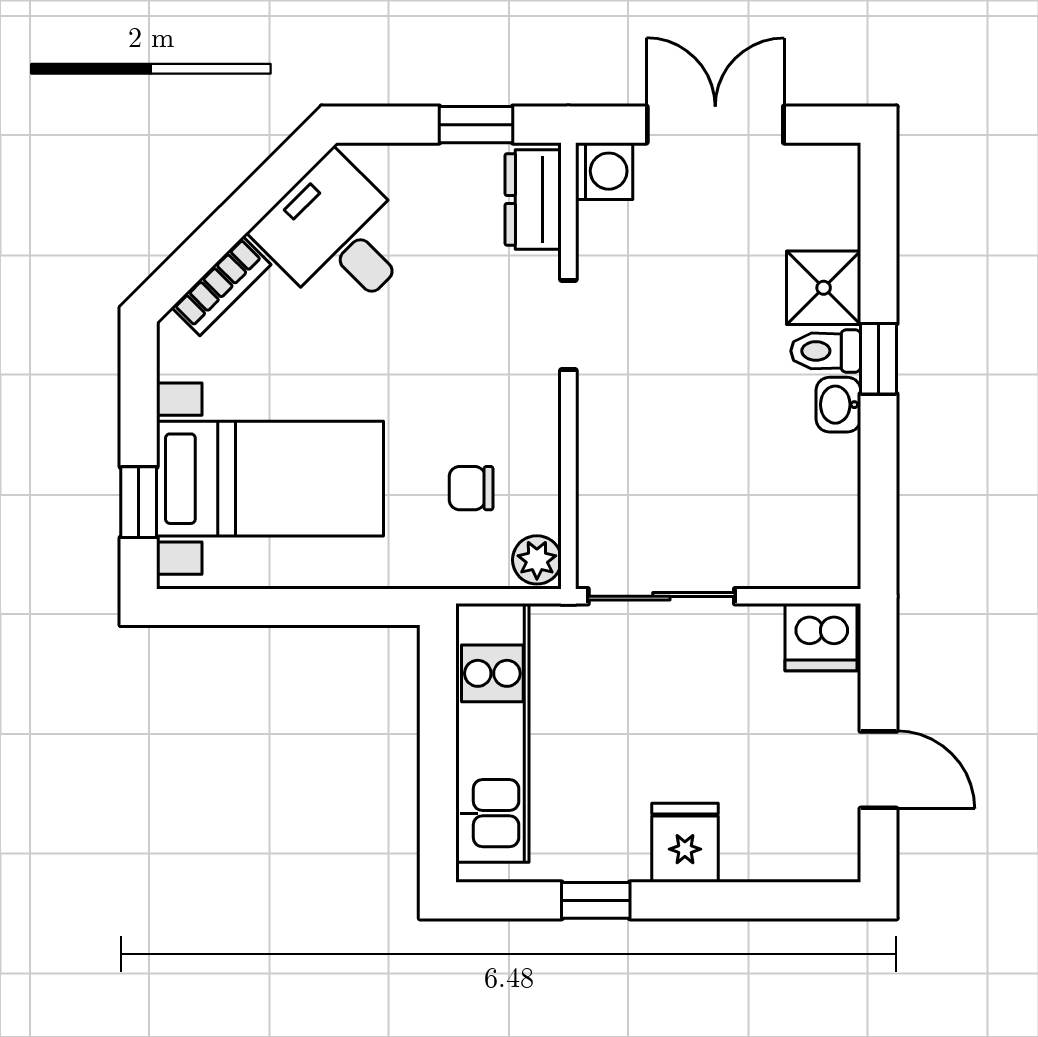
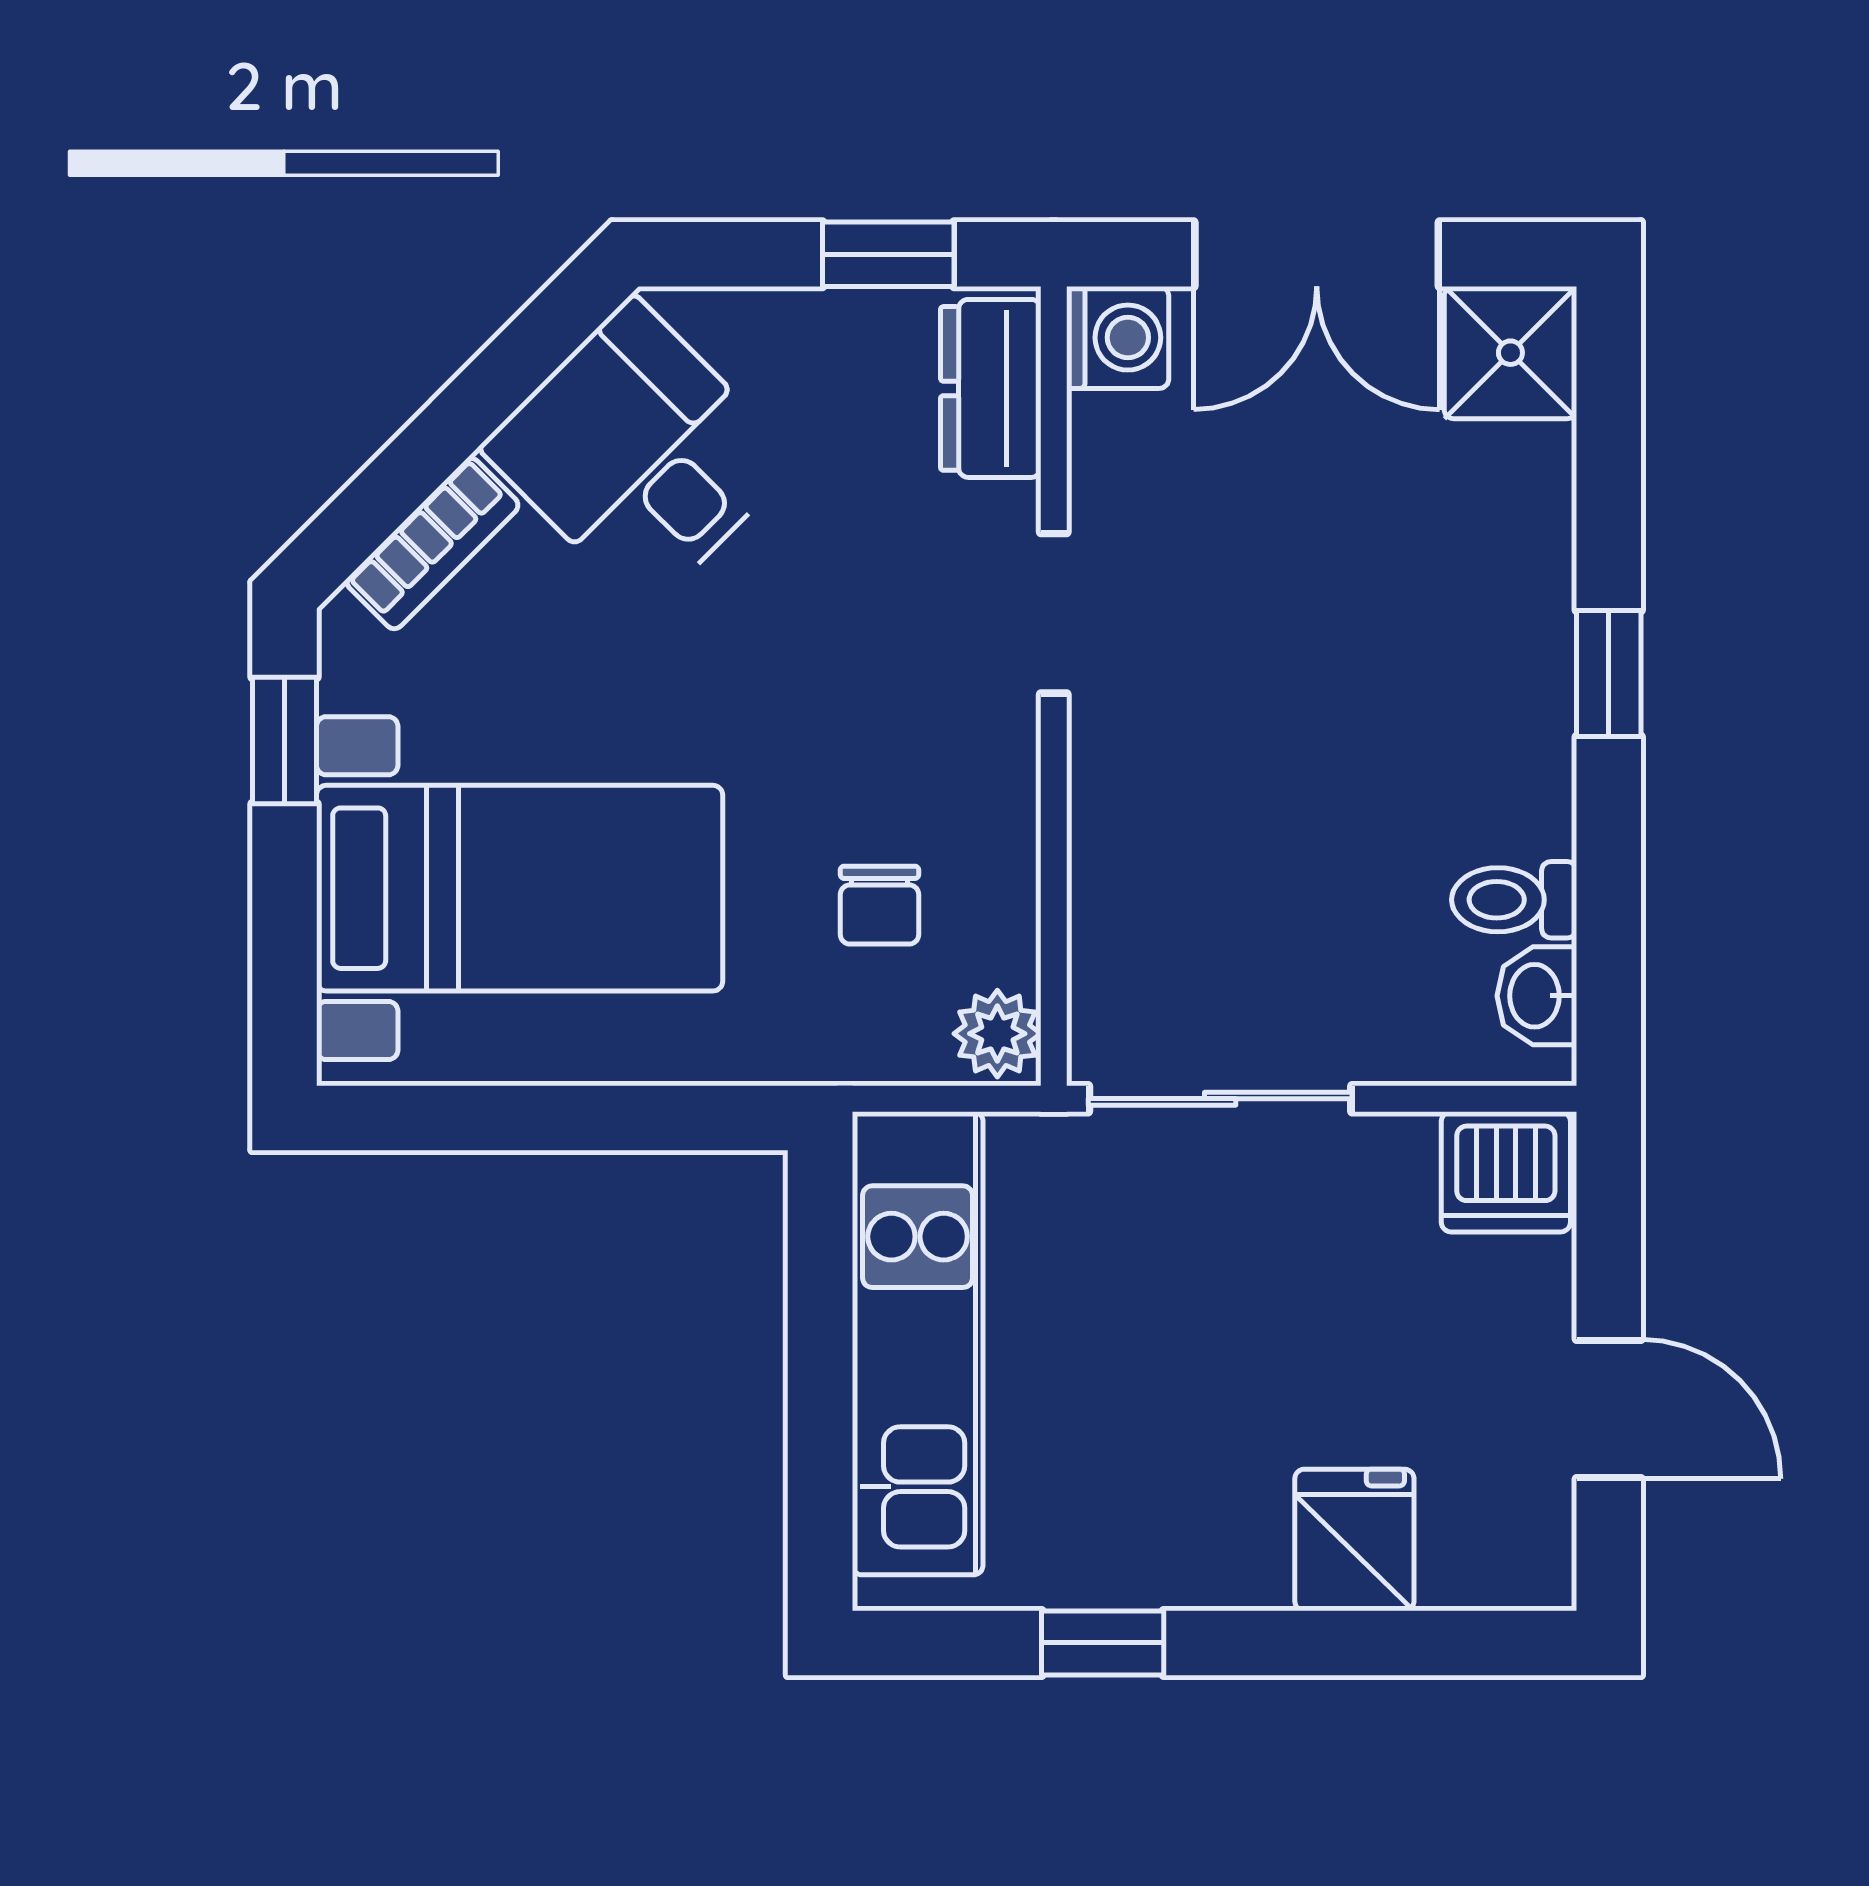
double door: (715, 125) -> (1317, 254), swing flipped
shower: (824, 288) -> (1510, 353), moved
toilet: (826, 351) -> (1514, 900), moved
washbasin: (838, 405) -> (1537, 996), moved
chair: (471, 488) -> (880, 905), turned -90
window: (139, 502) -> (284, 740), moved
fridge: (685, 843) -> (1354, 1540), moved

